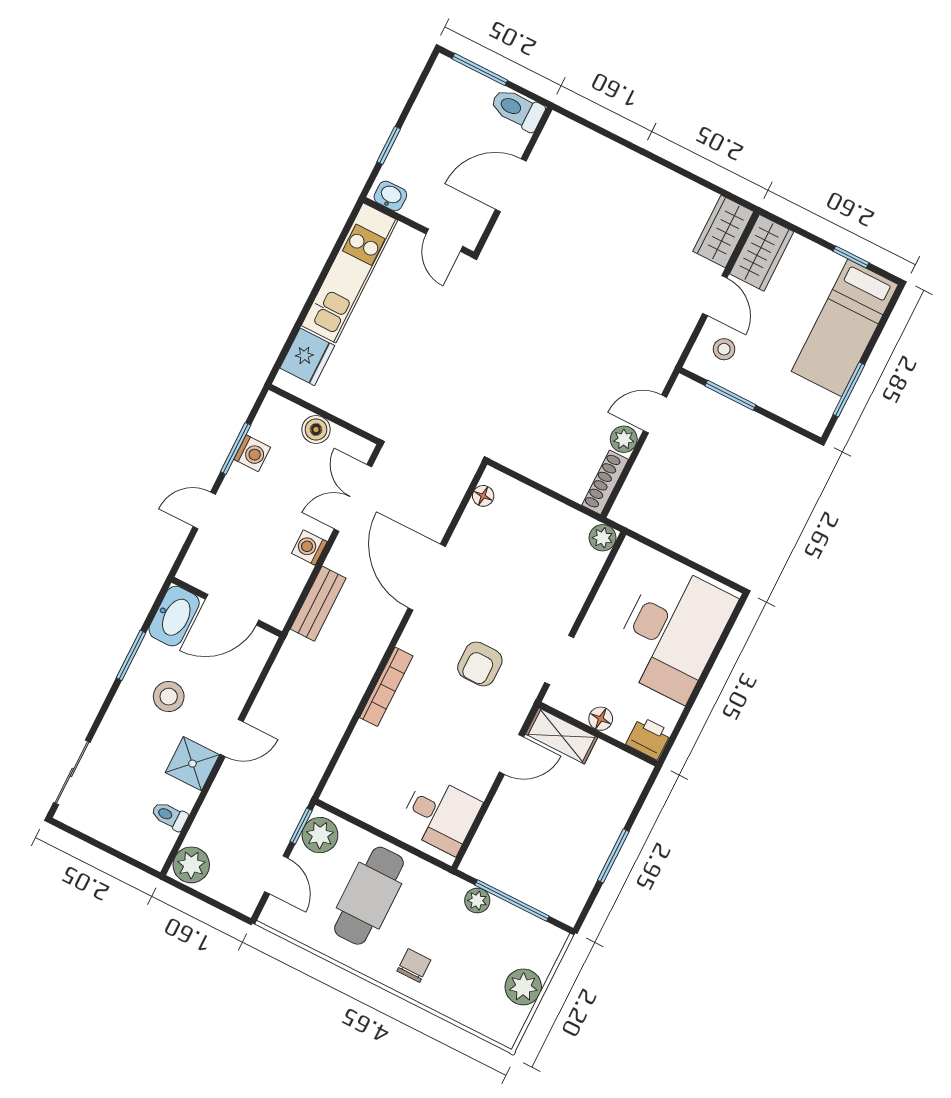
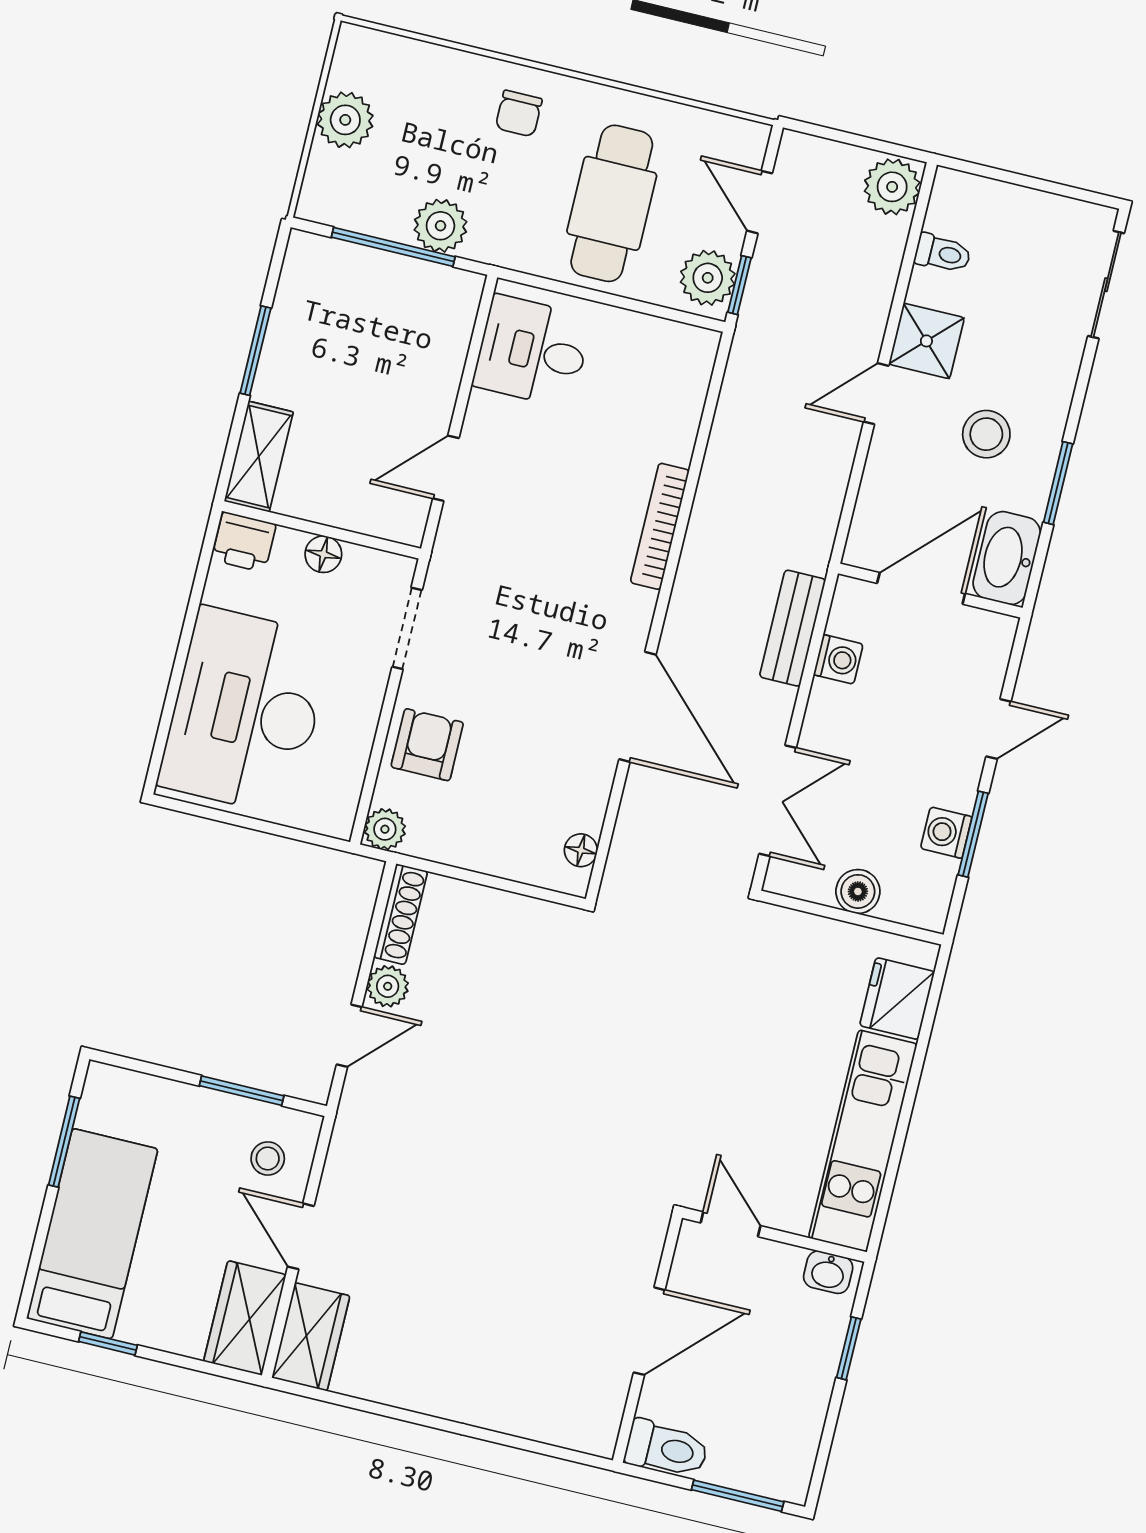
washing machine: (309, 548) -> (838, 659), moved
armchair: (480, 664) -> (427, 745), moved
shelving: (562, 736) -> (259, 457), moved, turned 90
plant: (477, 901) -> (440, 226), width x1.38, depth x1.38

